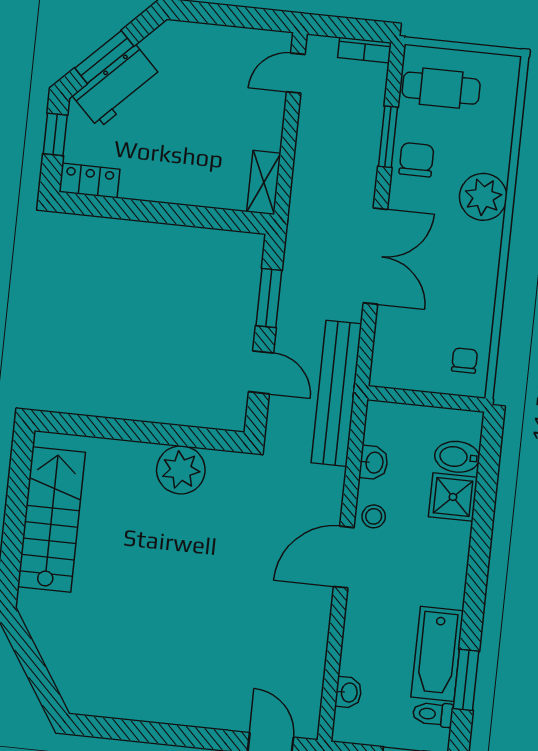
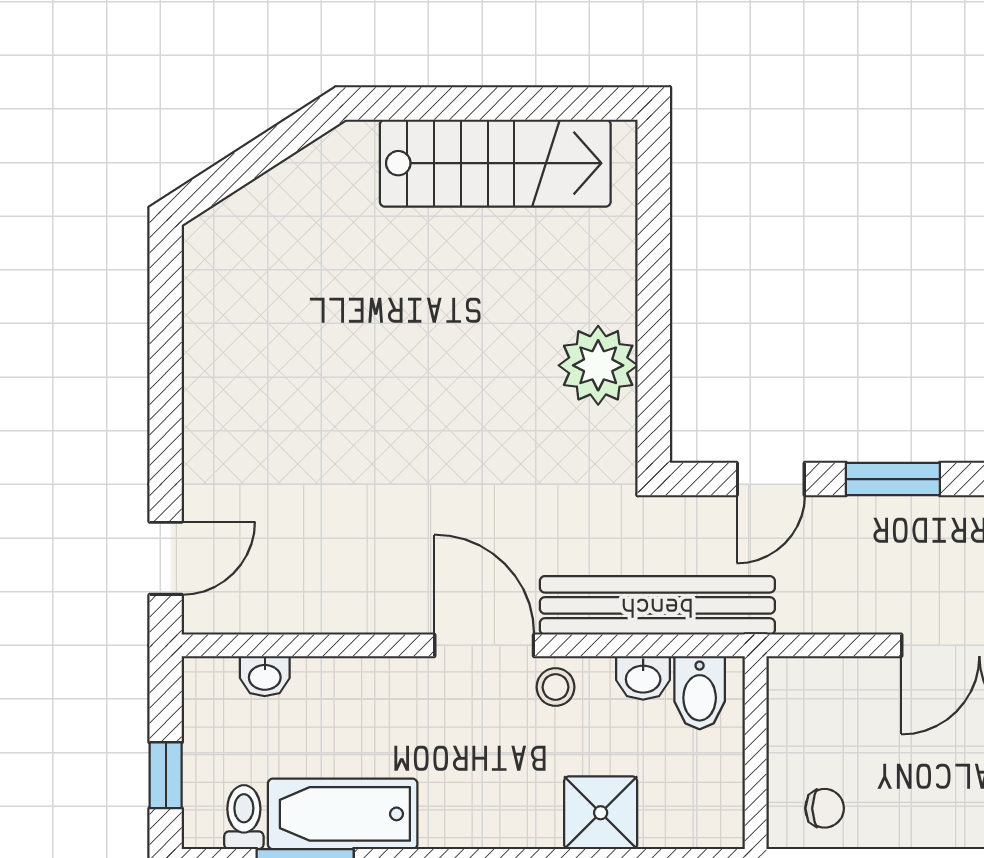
bench: (336, 393) -> (657, 605), moved
bidet: (457, 457) -> (700, 693), moved, turned 180

